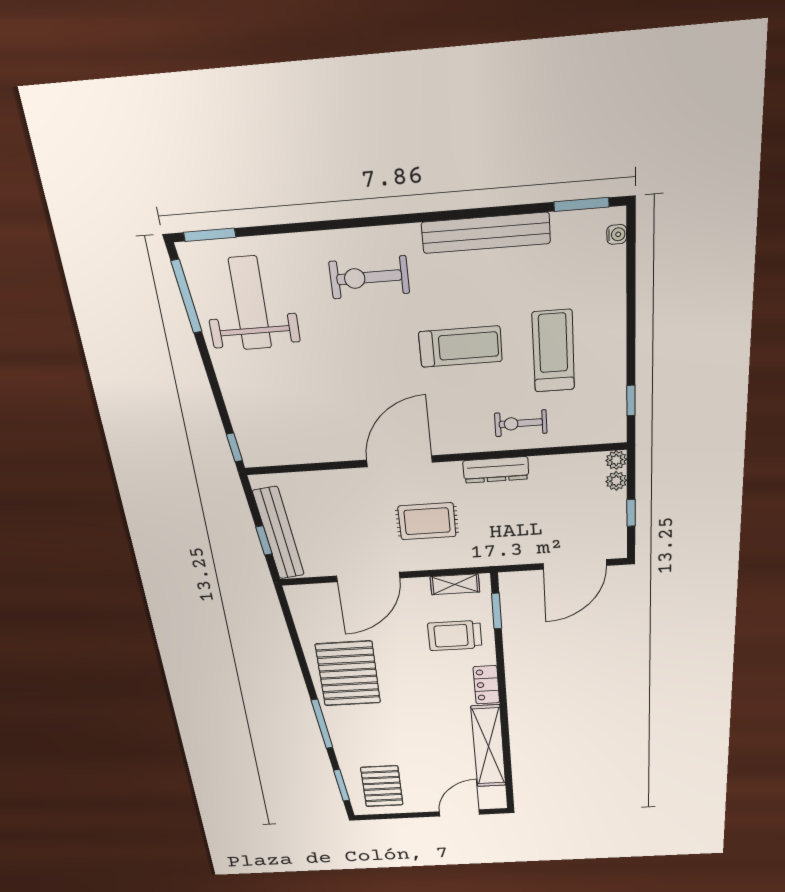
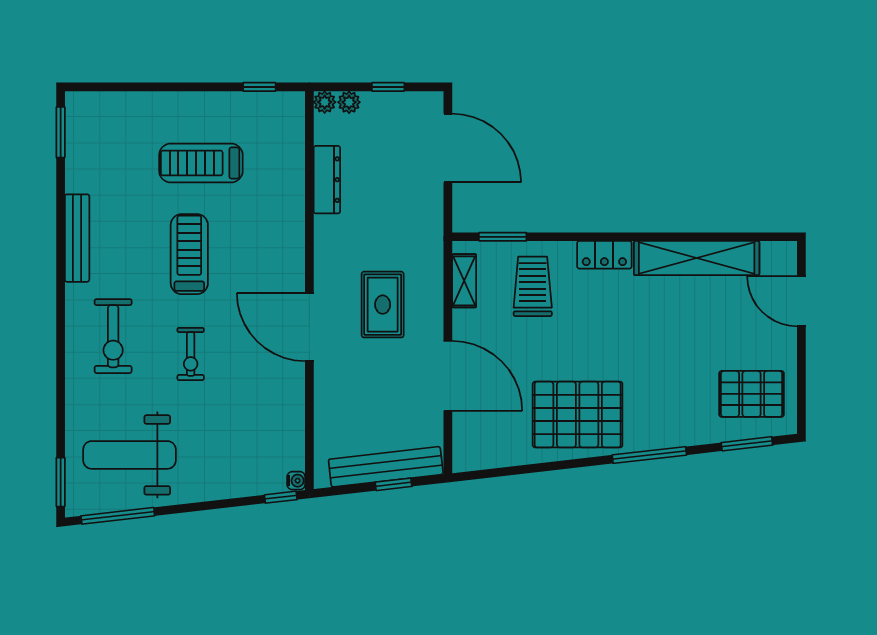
bench: (486, 233) -> (77, 238), width x0.73, depth x0.82
water cooler: (617, 234) -> (296, 481), moved, turned 90
exercise bike: (521, 423) -> (191, 354), moved
dresser: (496, 470) -> (327, 180), moved
trolley: (455, 636) -> (533, 286), turned 180

